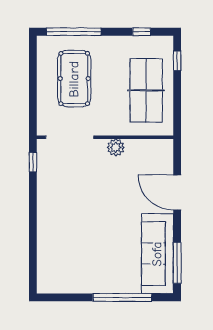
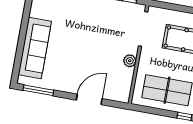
sofa: (157, 254) -> (35, 48), moved, turned 90
window: (122, 297) -> (21, 46), removed

